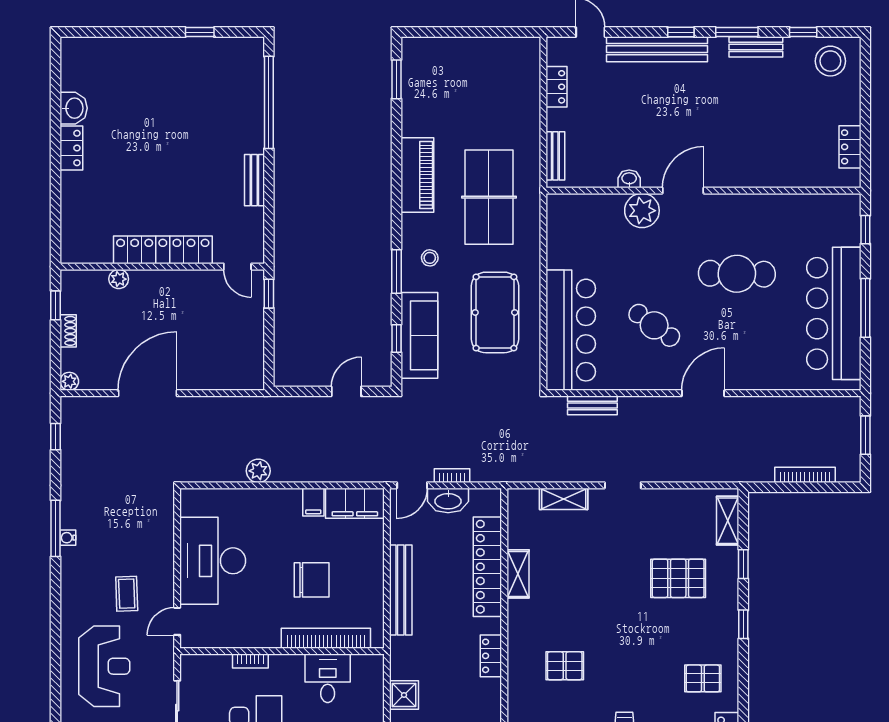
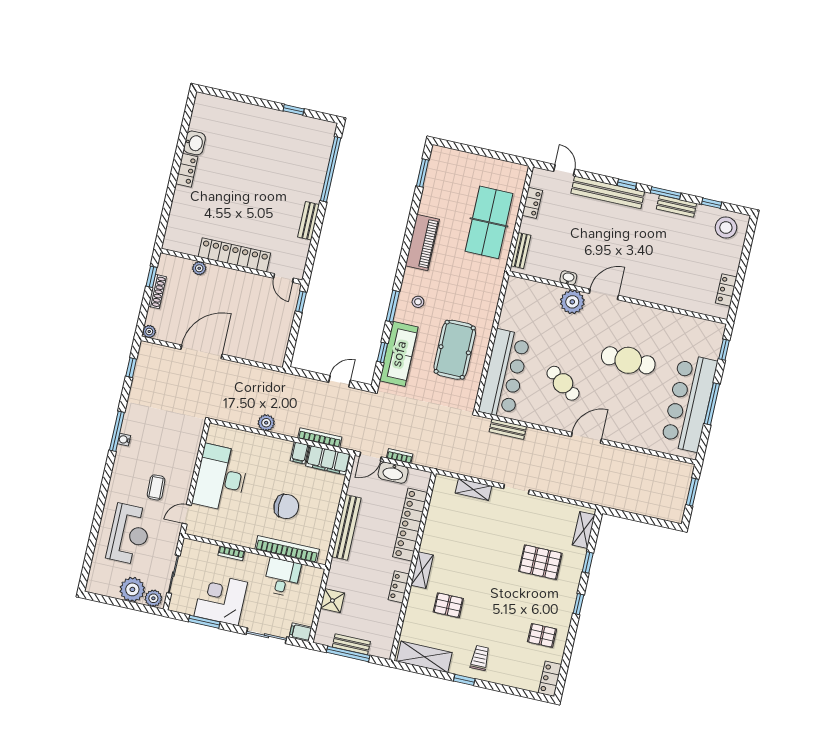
table tennis table: (489, 197) -> (489, 222), moved
shoe rack: (68, 331) -> (157, 292), width x1.43
bookcase: (805, 475) -> (320, 438), moved
shelving: (518, 574) -> (422, 570), moved

